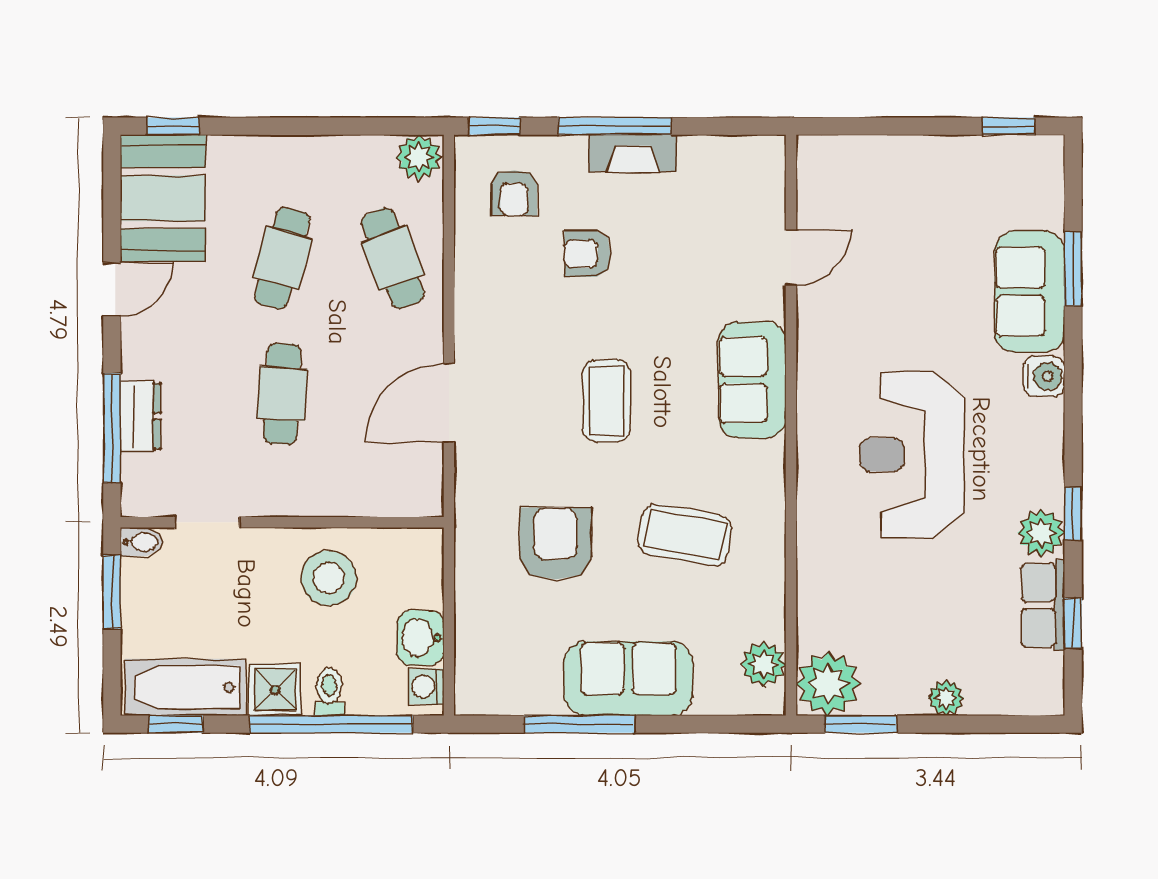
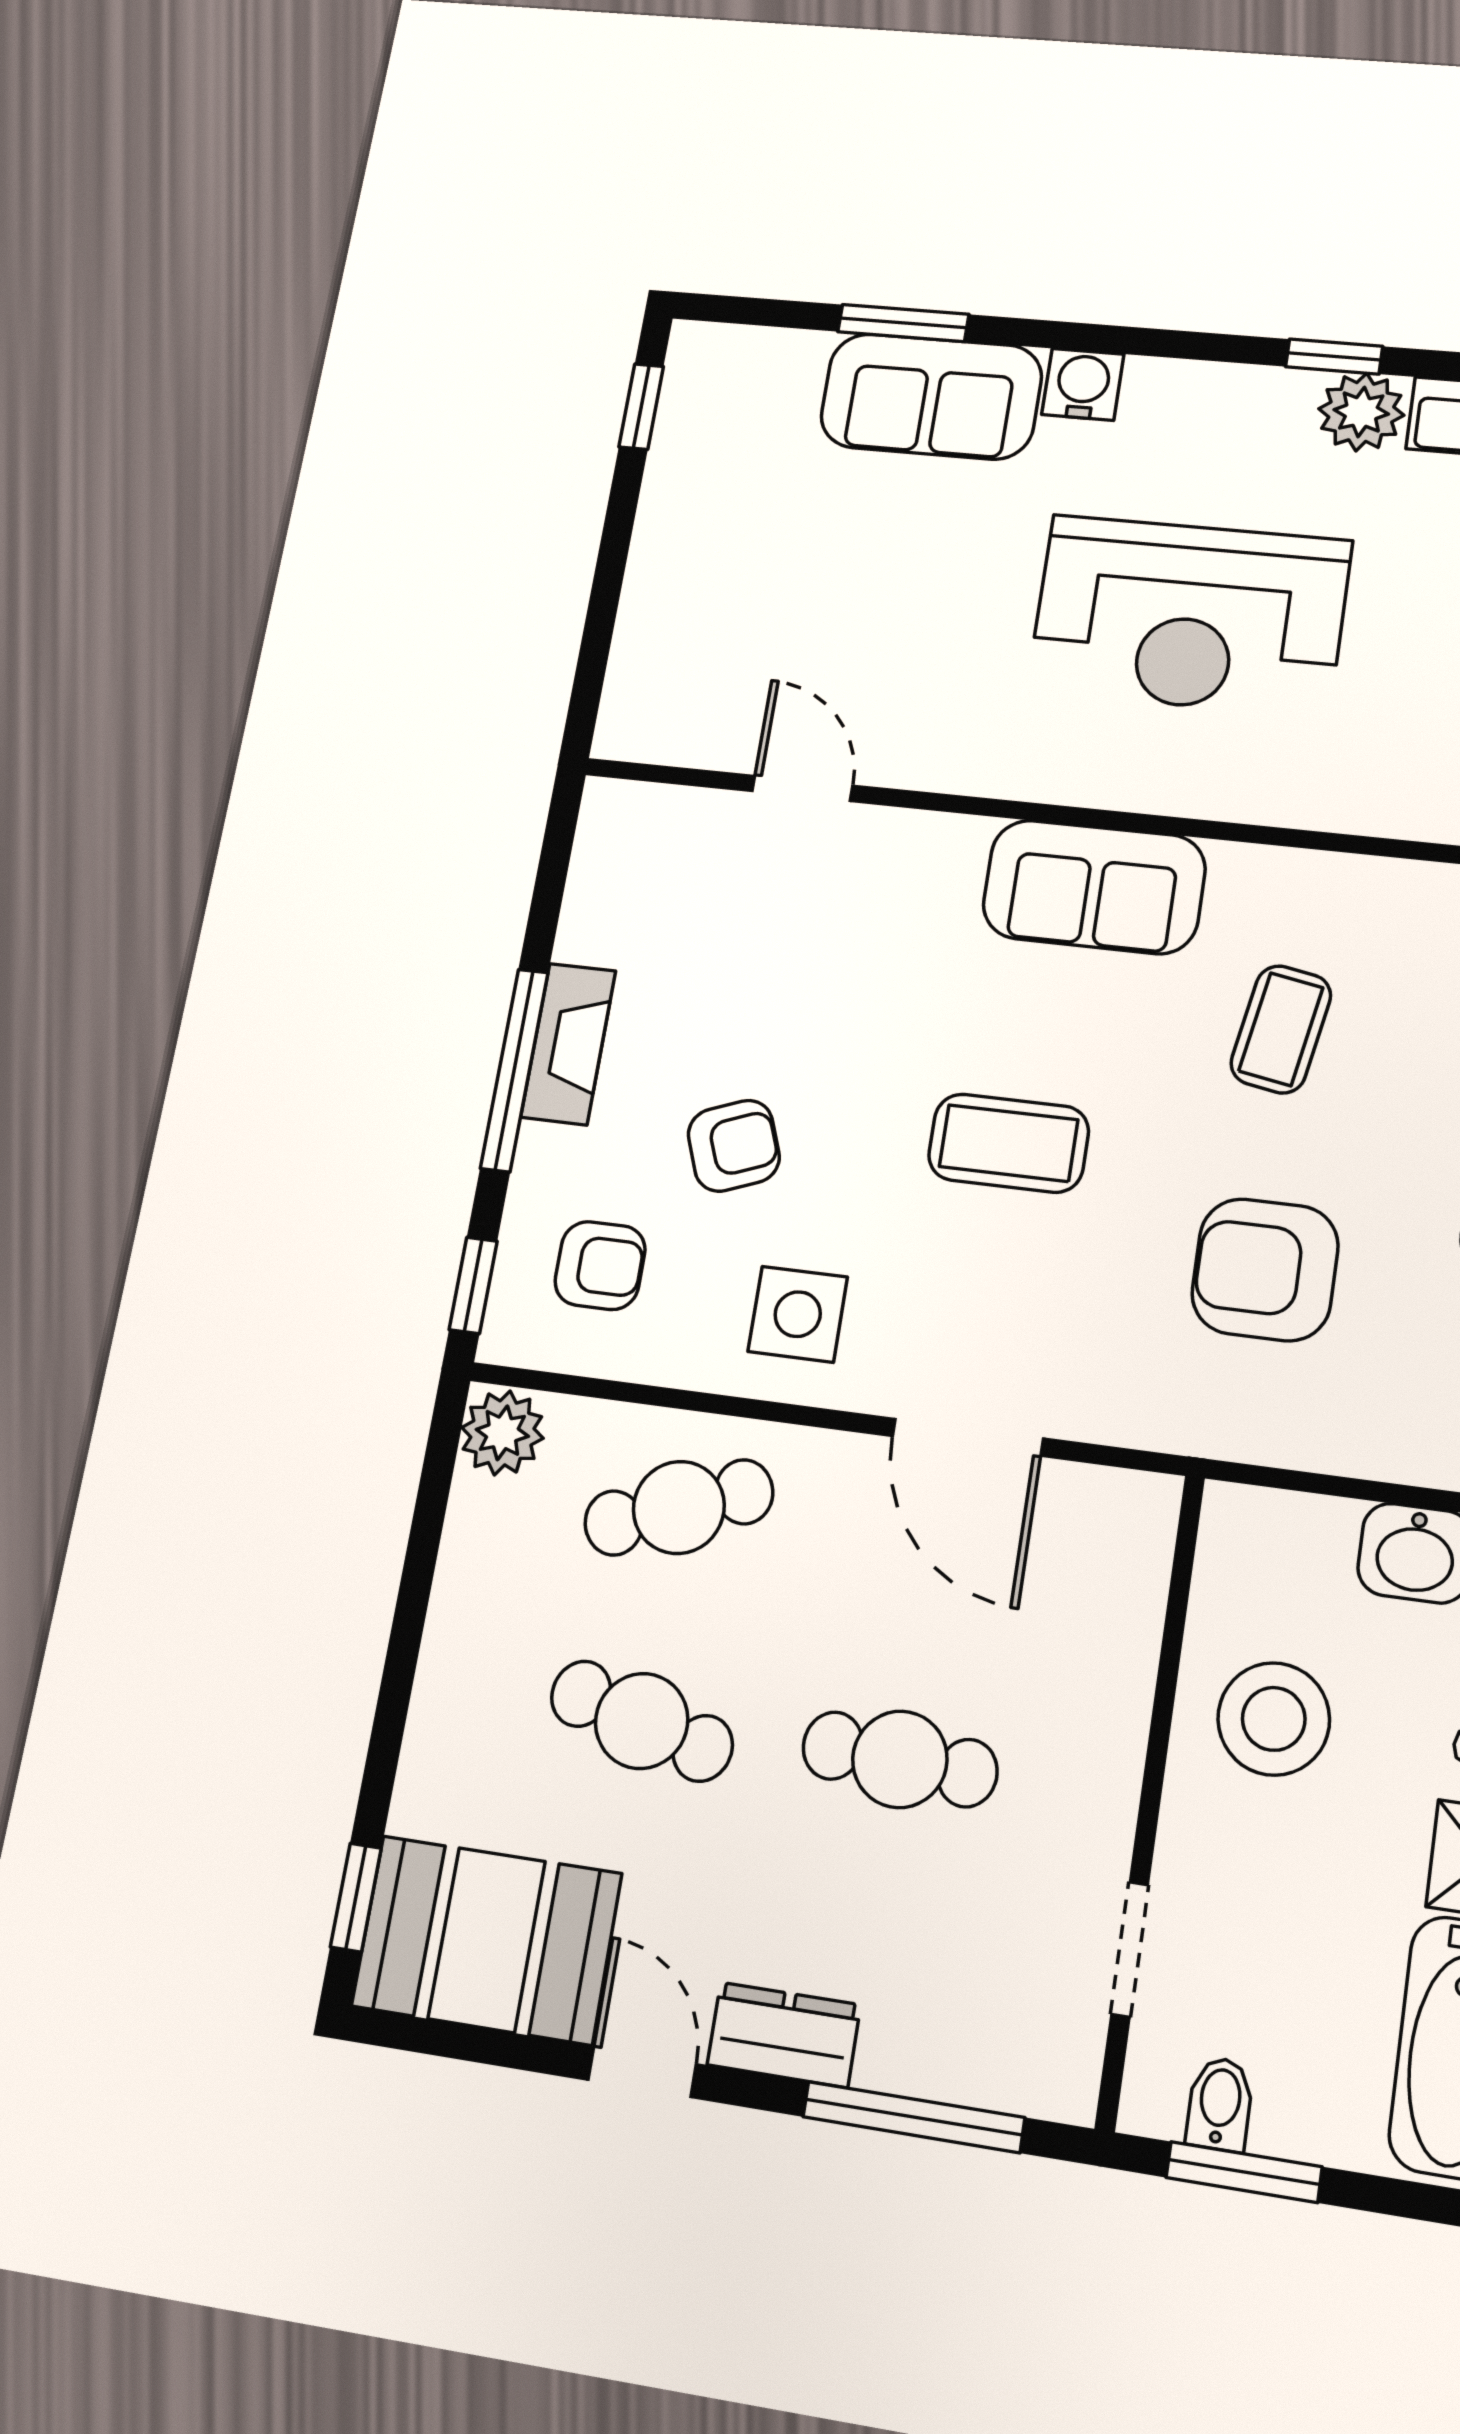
armchair: (587, 254) -> (734, 1146), turned -111
side table: (502, 303) -> (798, 1314), added
sofa: (752, 380) -> (1094, 887), moved
dresser: (141, 416) -> (784, 2035), moved
coffee table: (685, 535) -> (1281, 1029), width x0.73, depth x0.77
bidet: (141, 542) -> (1220, 2104), moved

